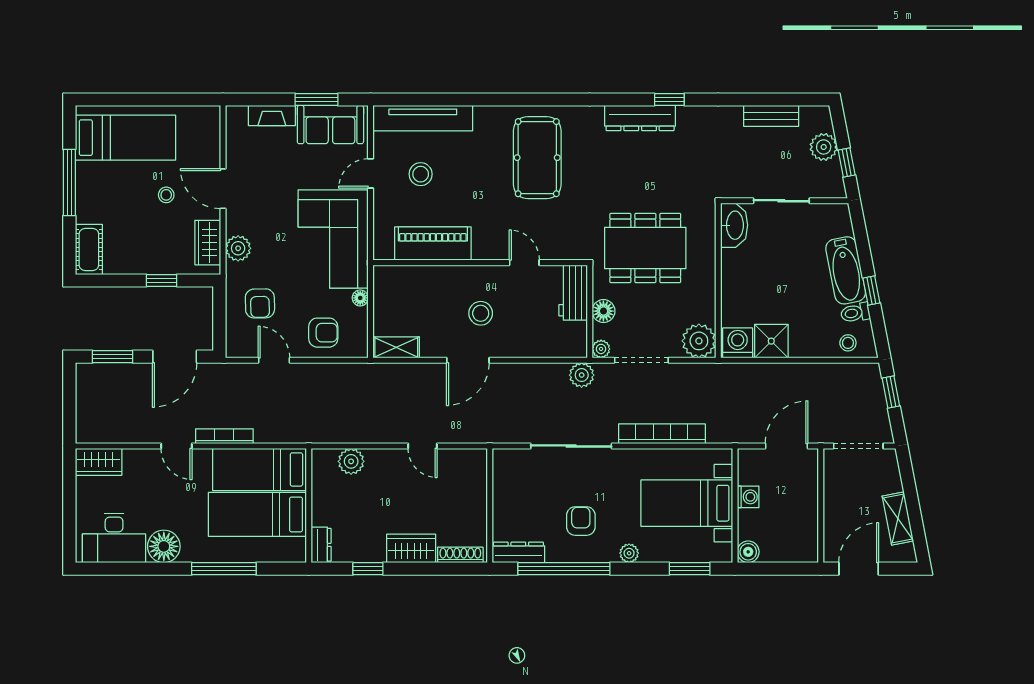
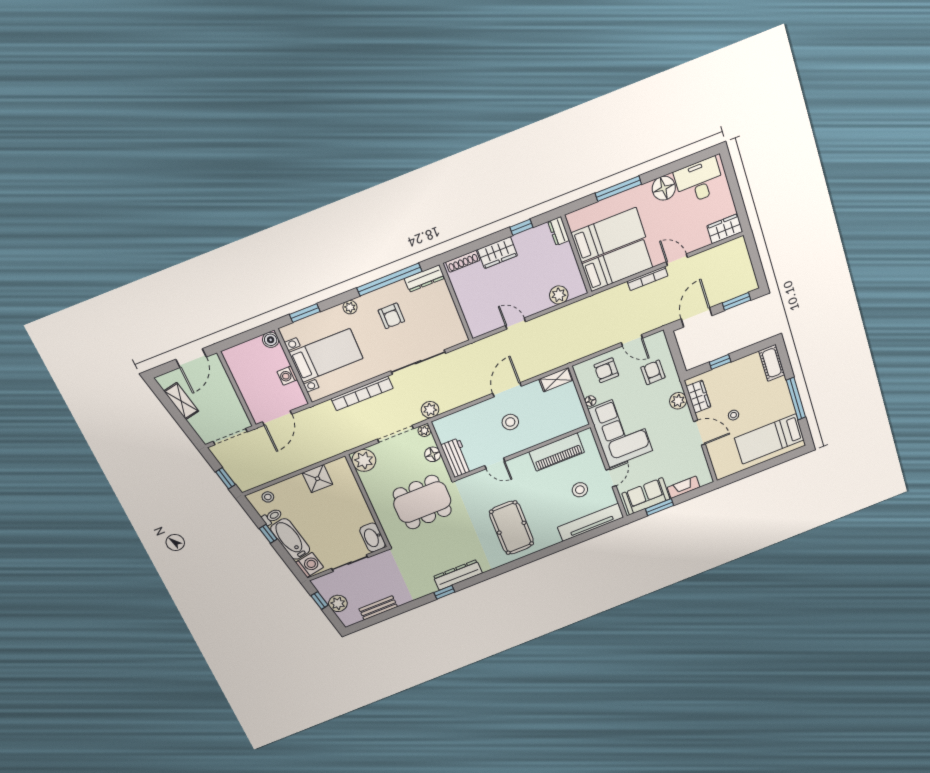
washing machine: (738, 343) -> (310, 565), moved, turned -101

